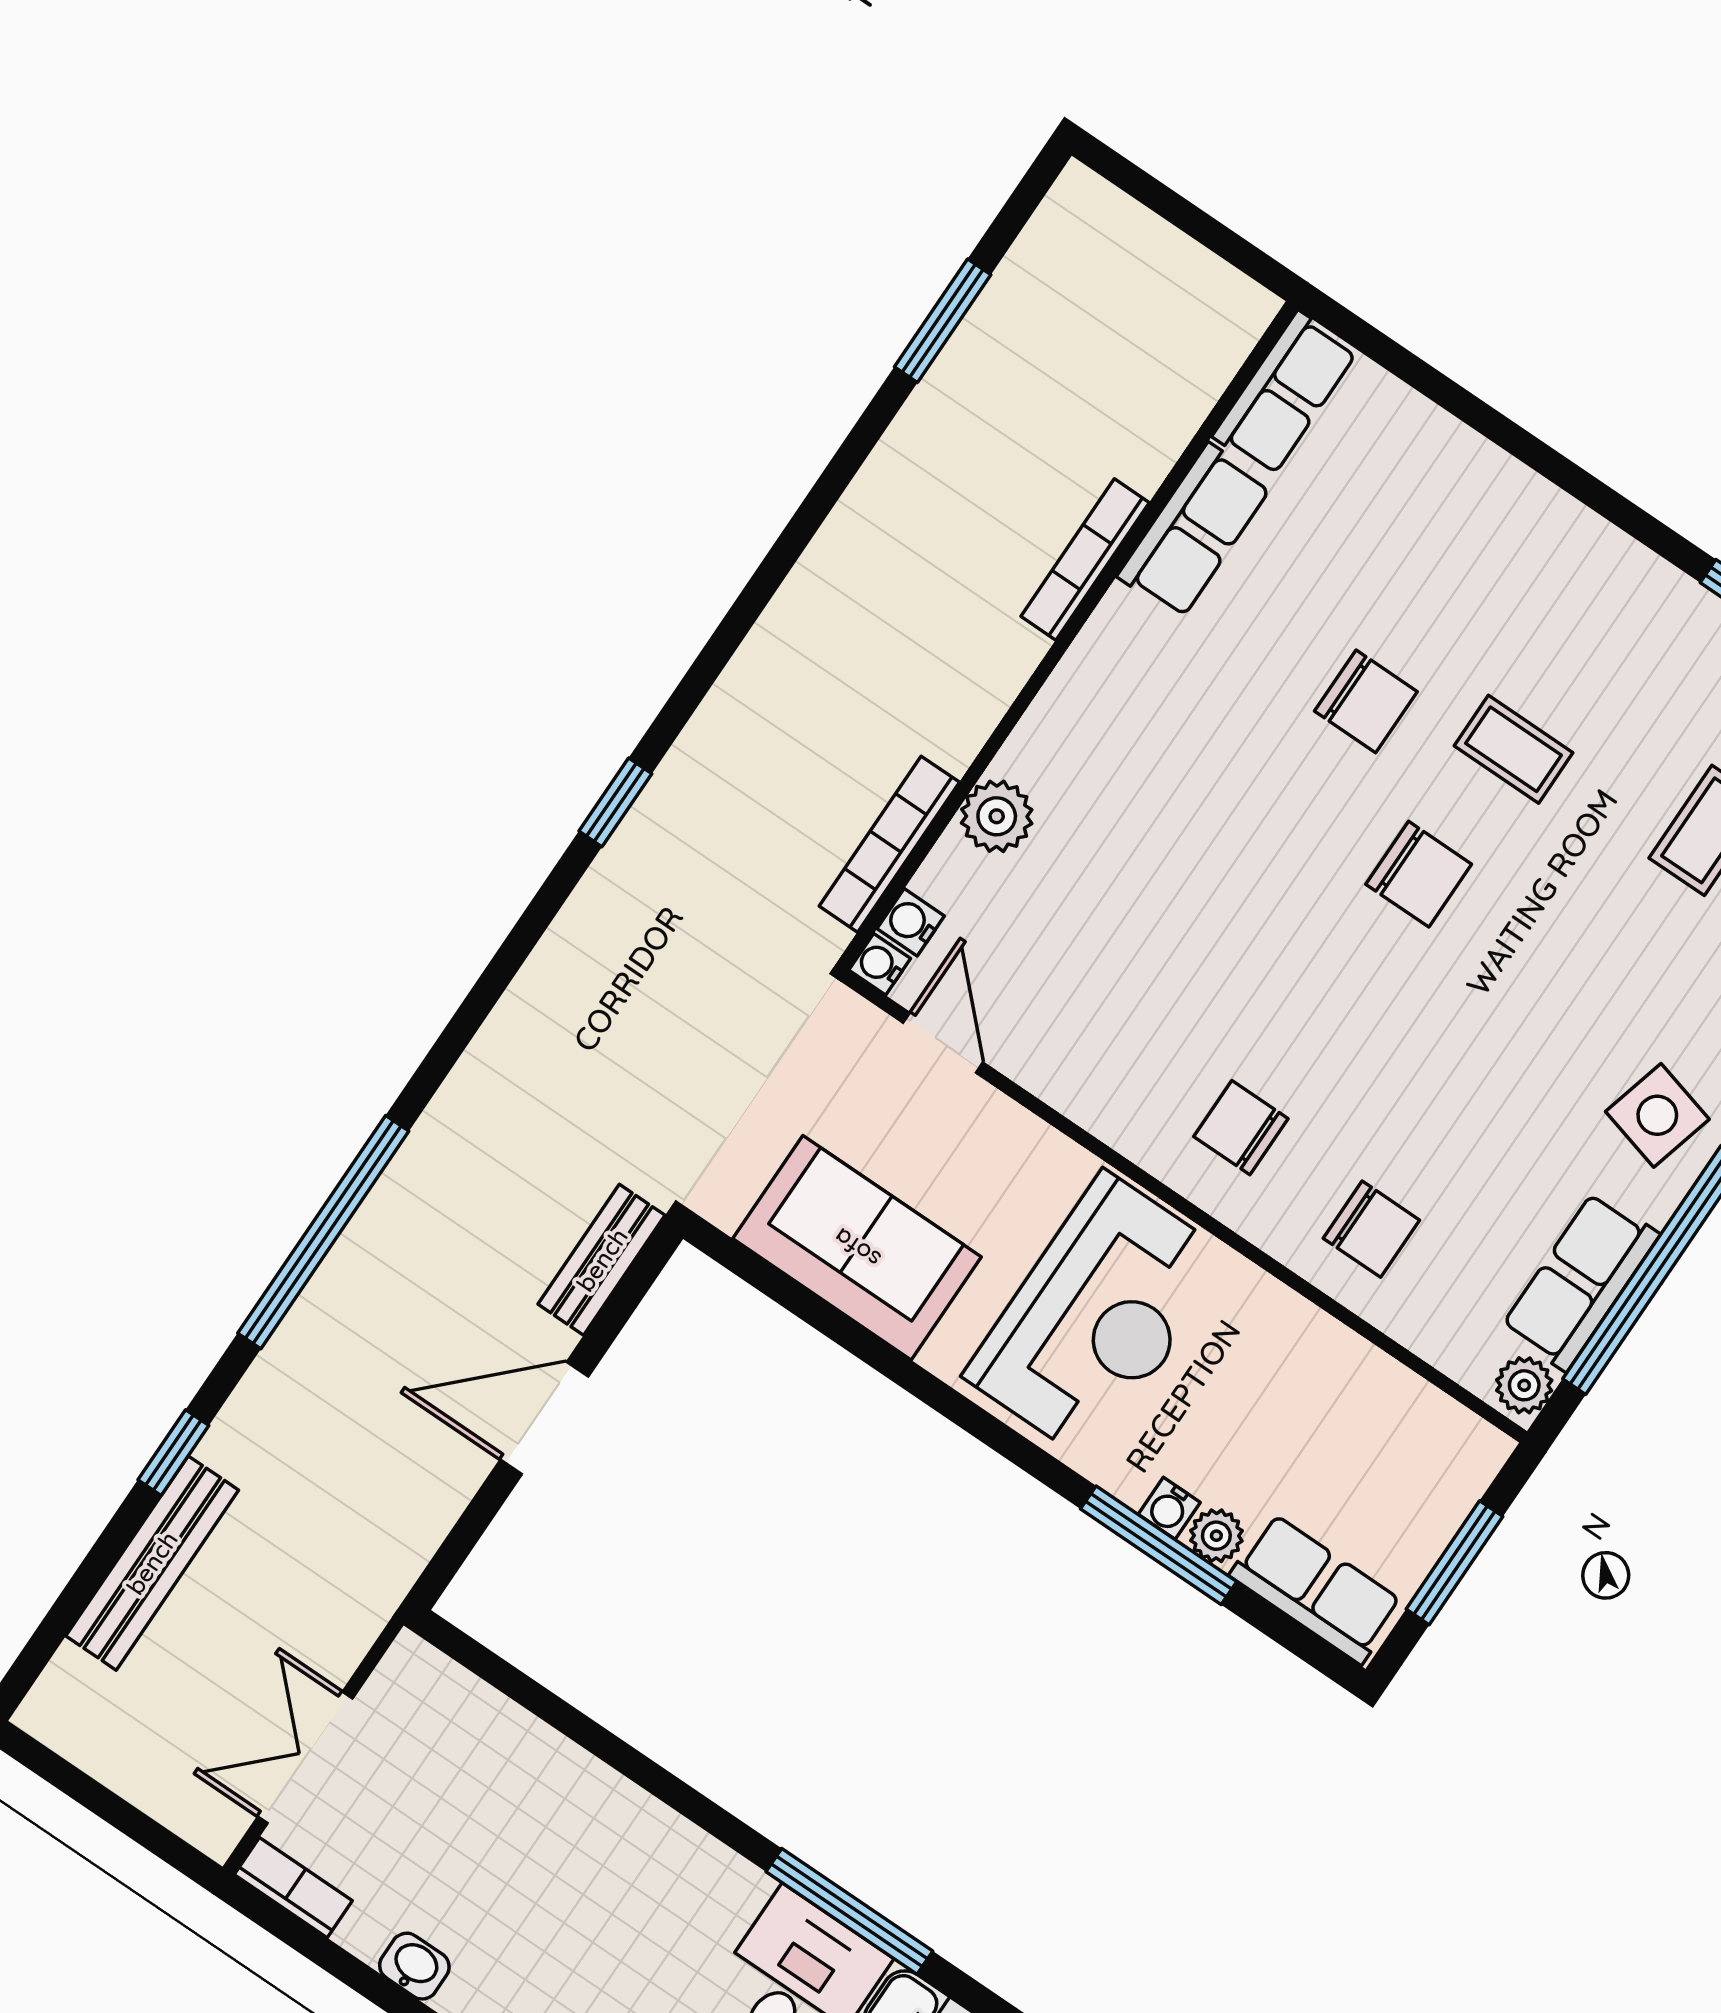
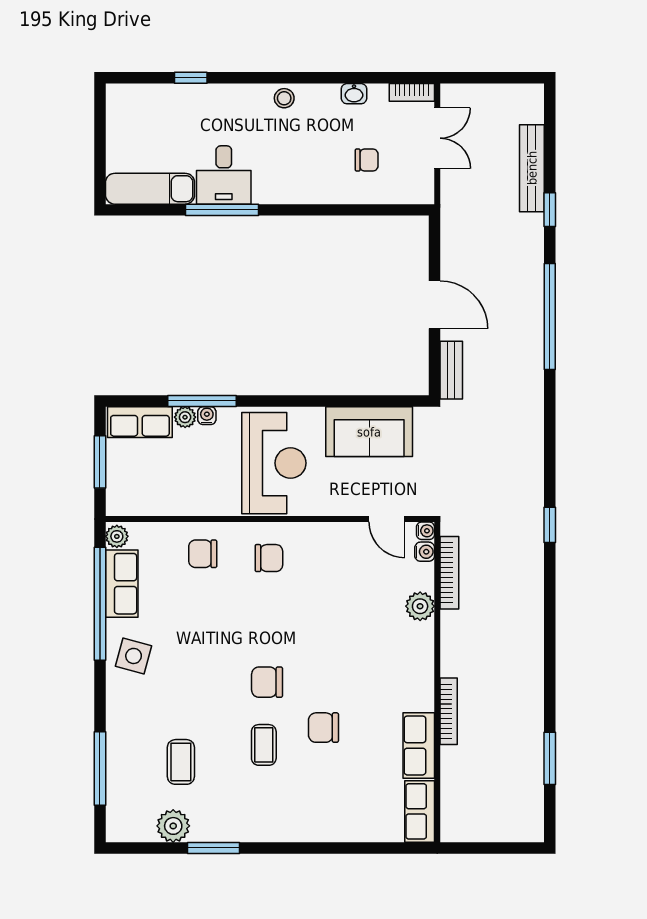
coffee table: (1513, 749) -> (264, 745), turned 90
reception desk: (1097, 1317) -> (274, 463), turned 180
door: (544, 1418) -> (434, 305), hinge flipped
chair: (481, 1812) -> (367, 160), added

